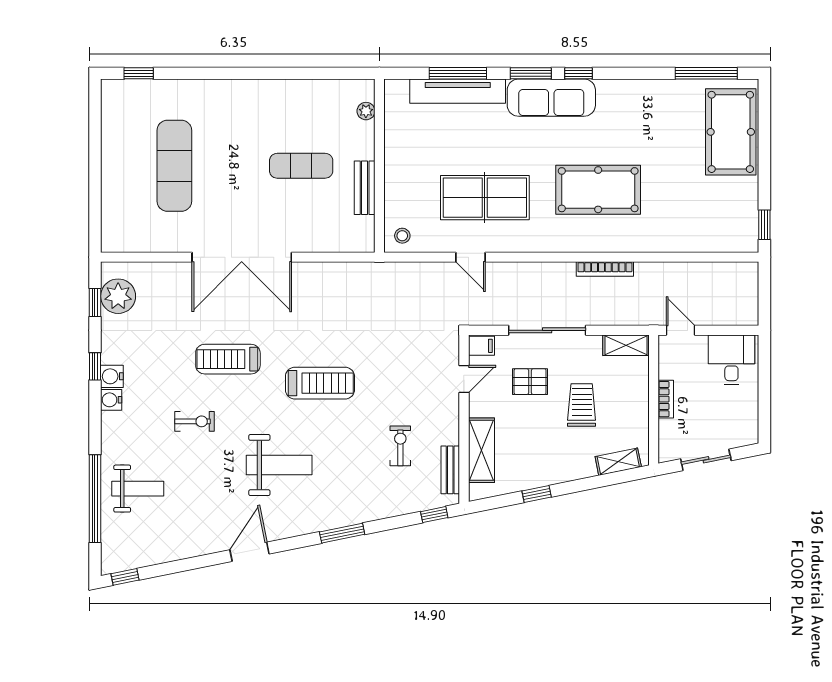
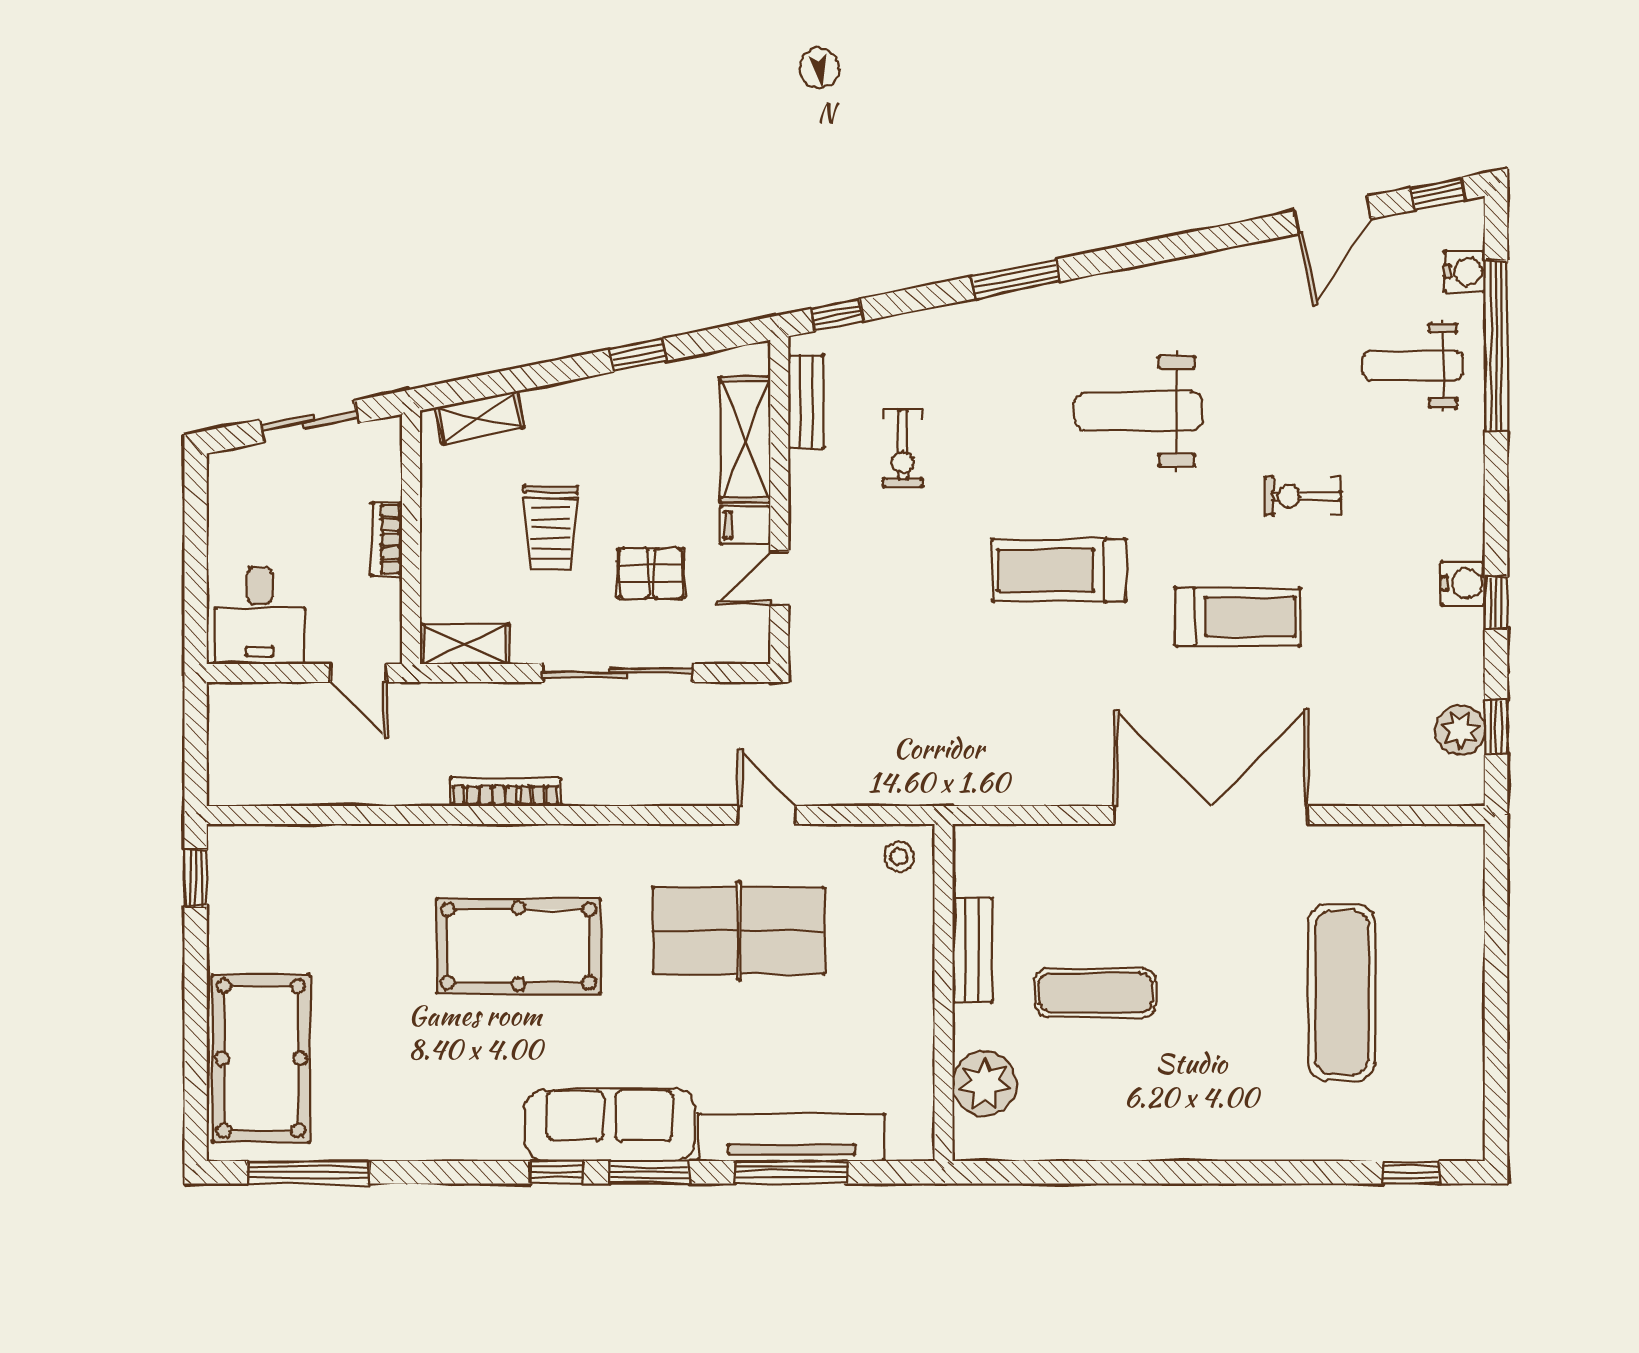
plant: (366, 111) -> (985, 1084), width x1.87, depth x1.87
plant: (118, 296) -> (1460, 730), width x0.73, depth x0.73
filing cabinet: (481, 346) -> (745, 525), moved
water cooler: (111, 400) -> (1465, 271), moved
door: (250, 552) -> (1333, 215), moved

